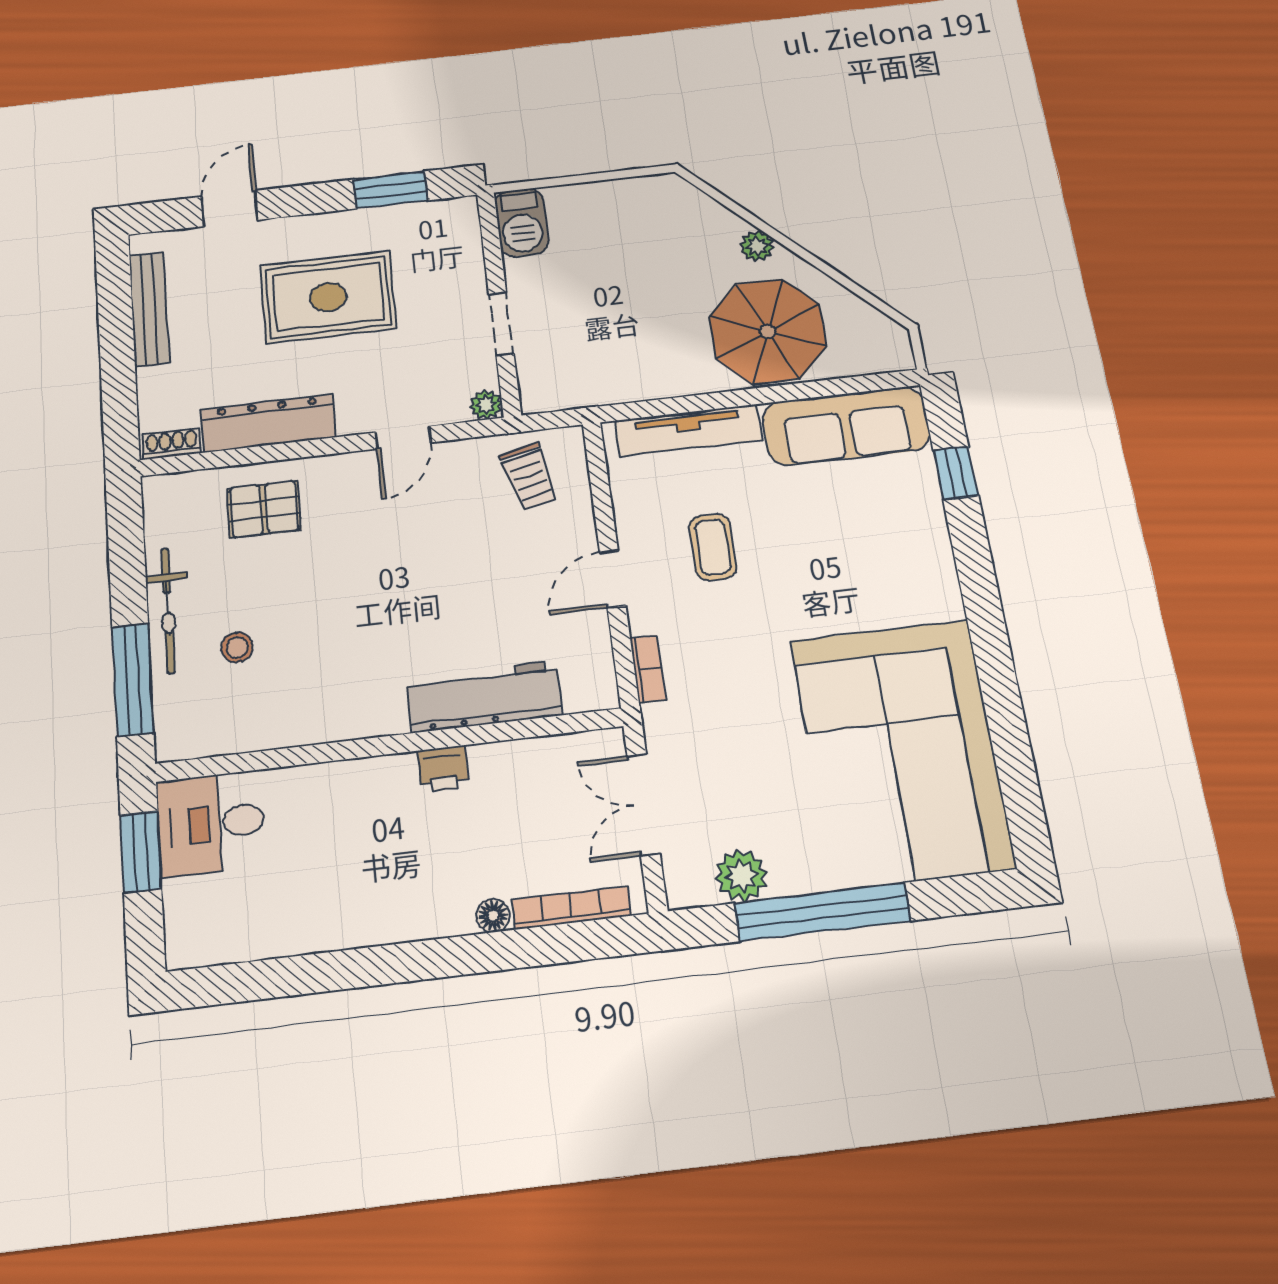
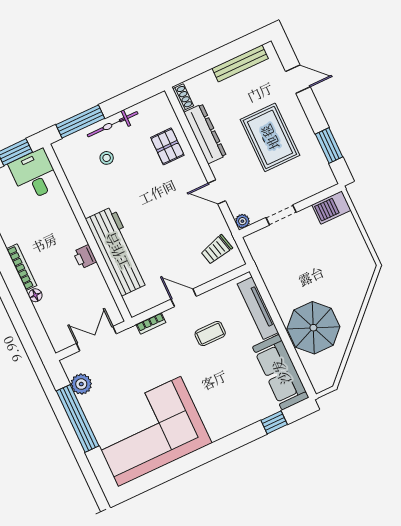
plant: (757, 246) -> (352, 312), removed
workbench: (484, 697) -> (117, 251), width x1.36, depth x1.32
bookcase: (572, 908) -> (22, 267), moved

